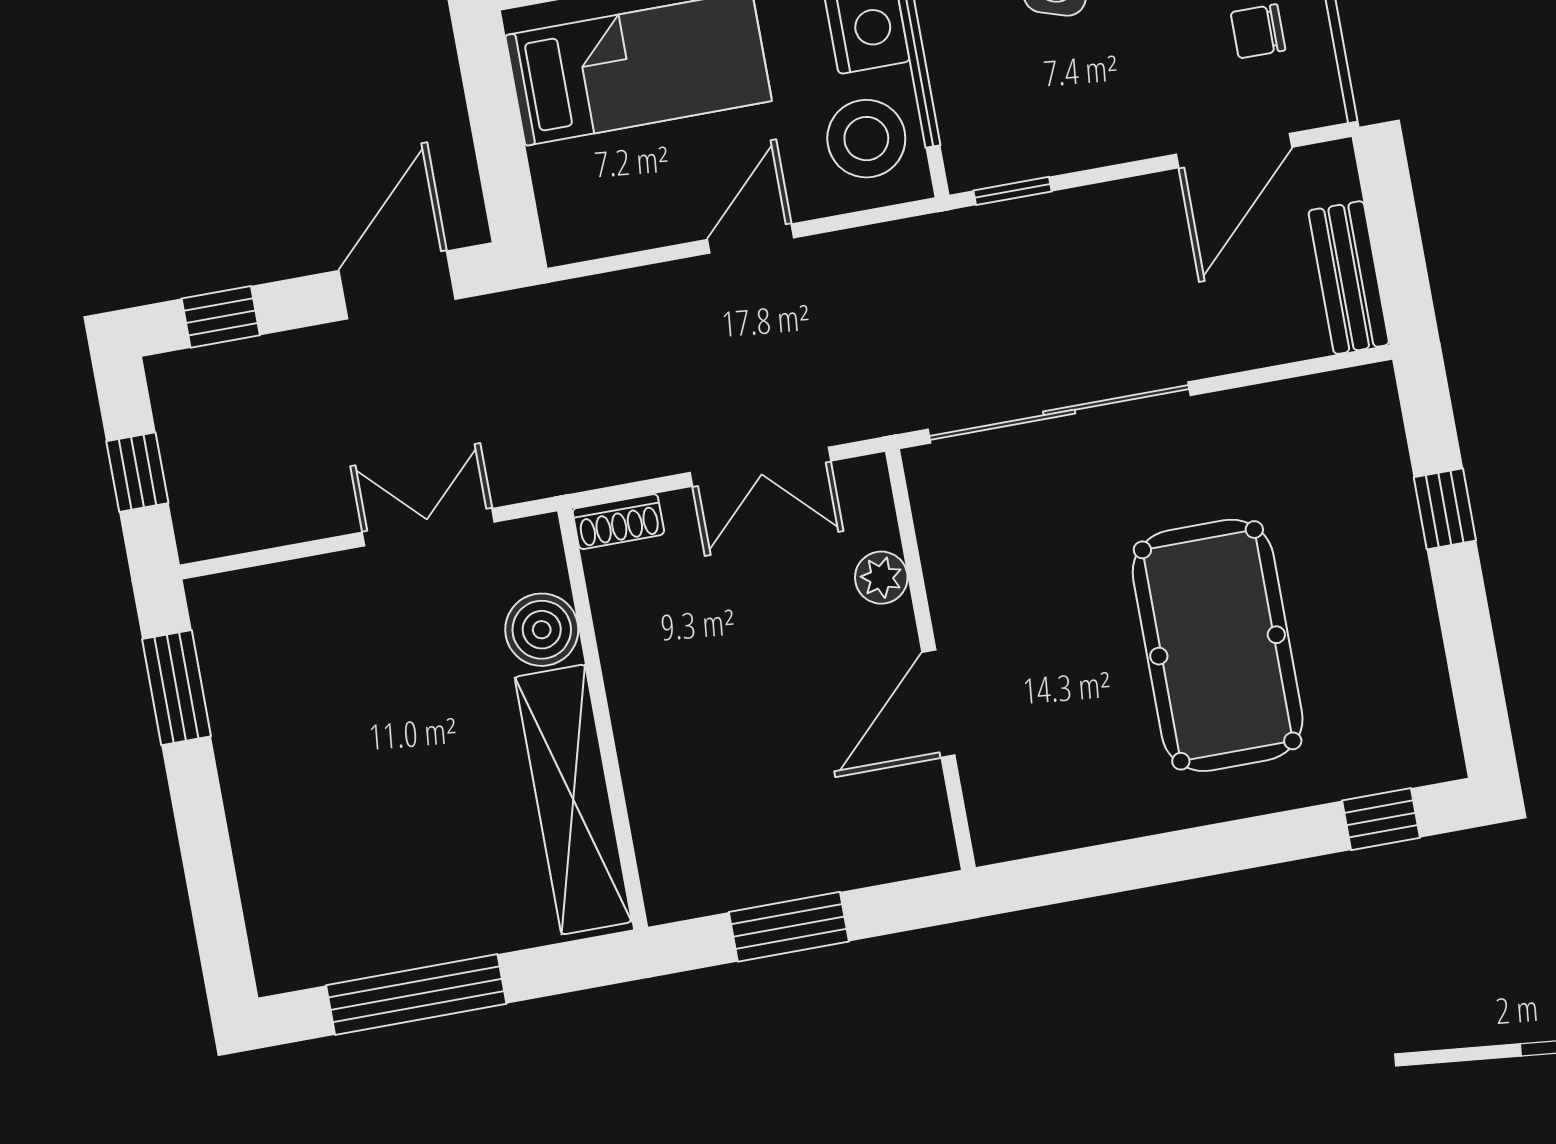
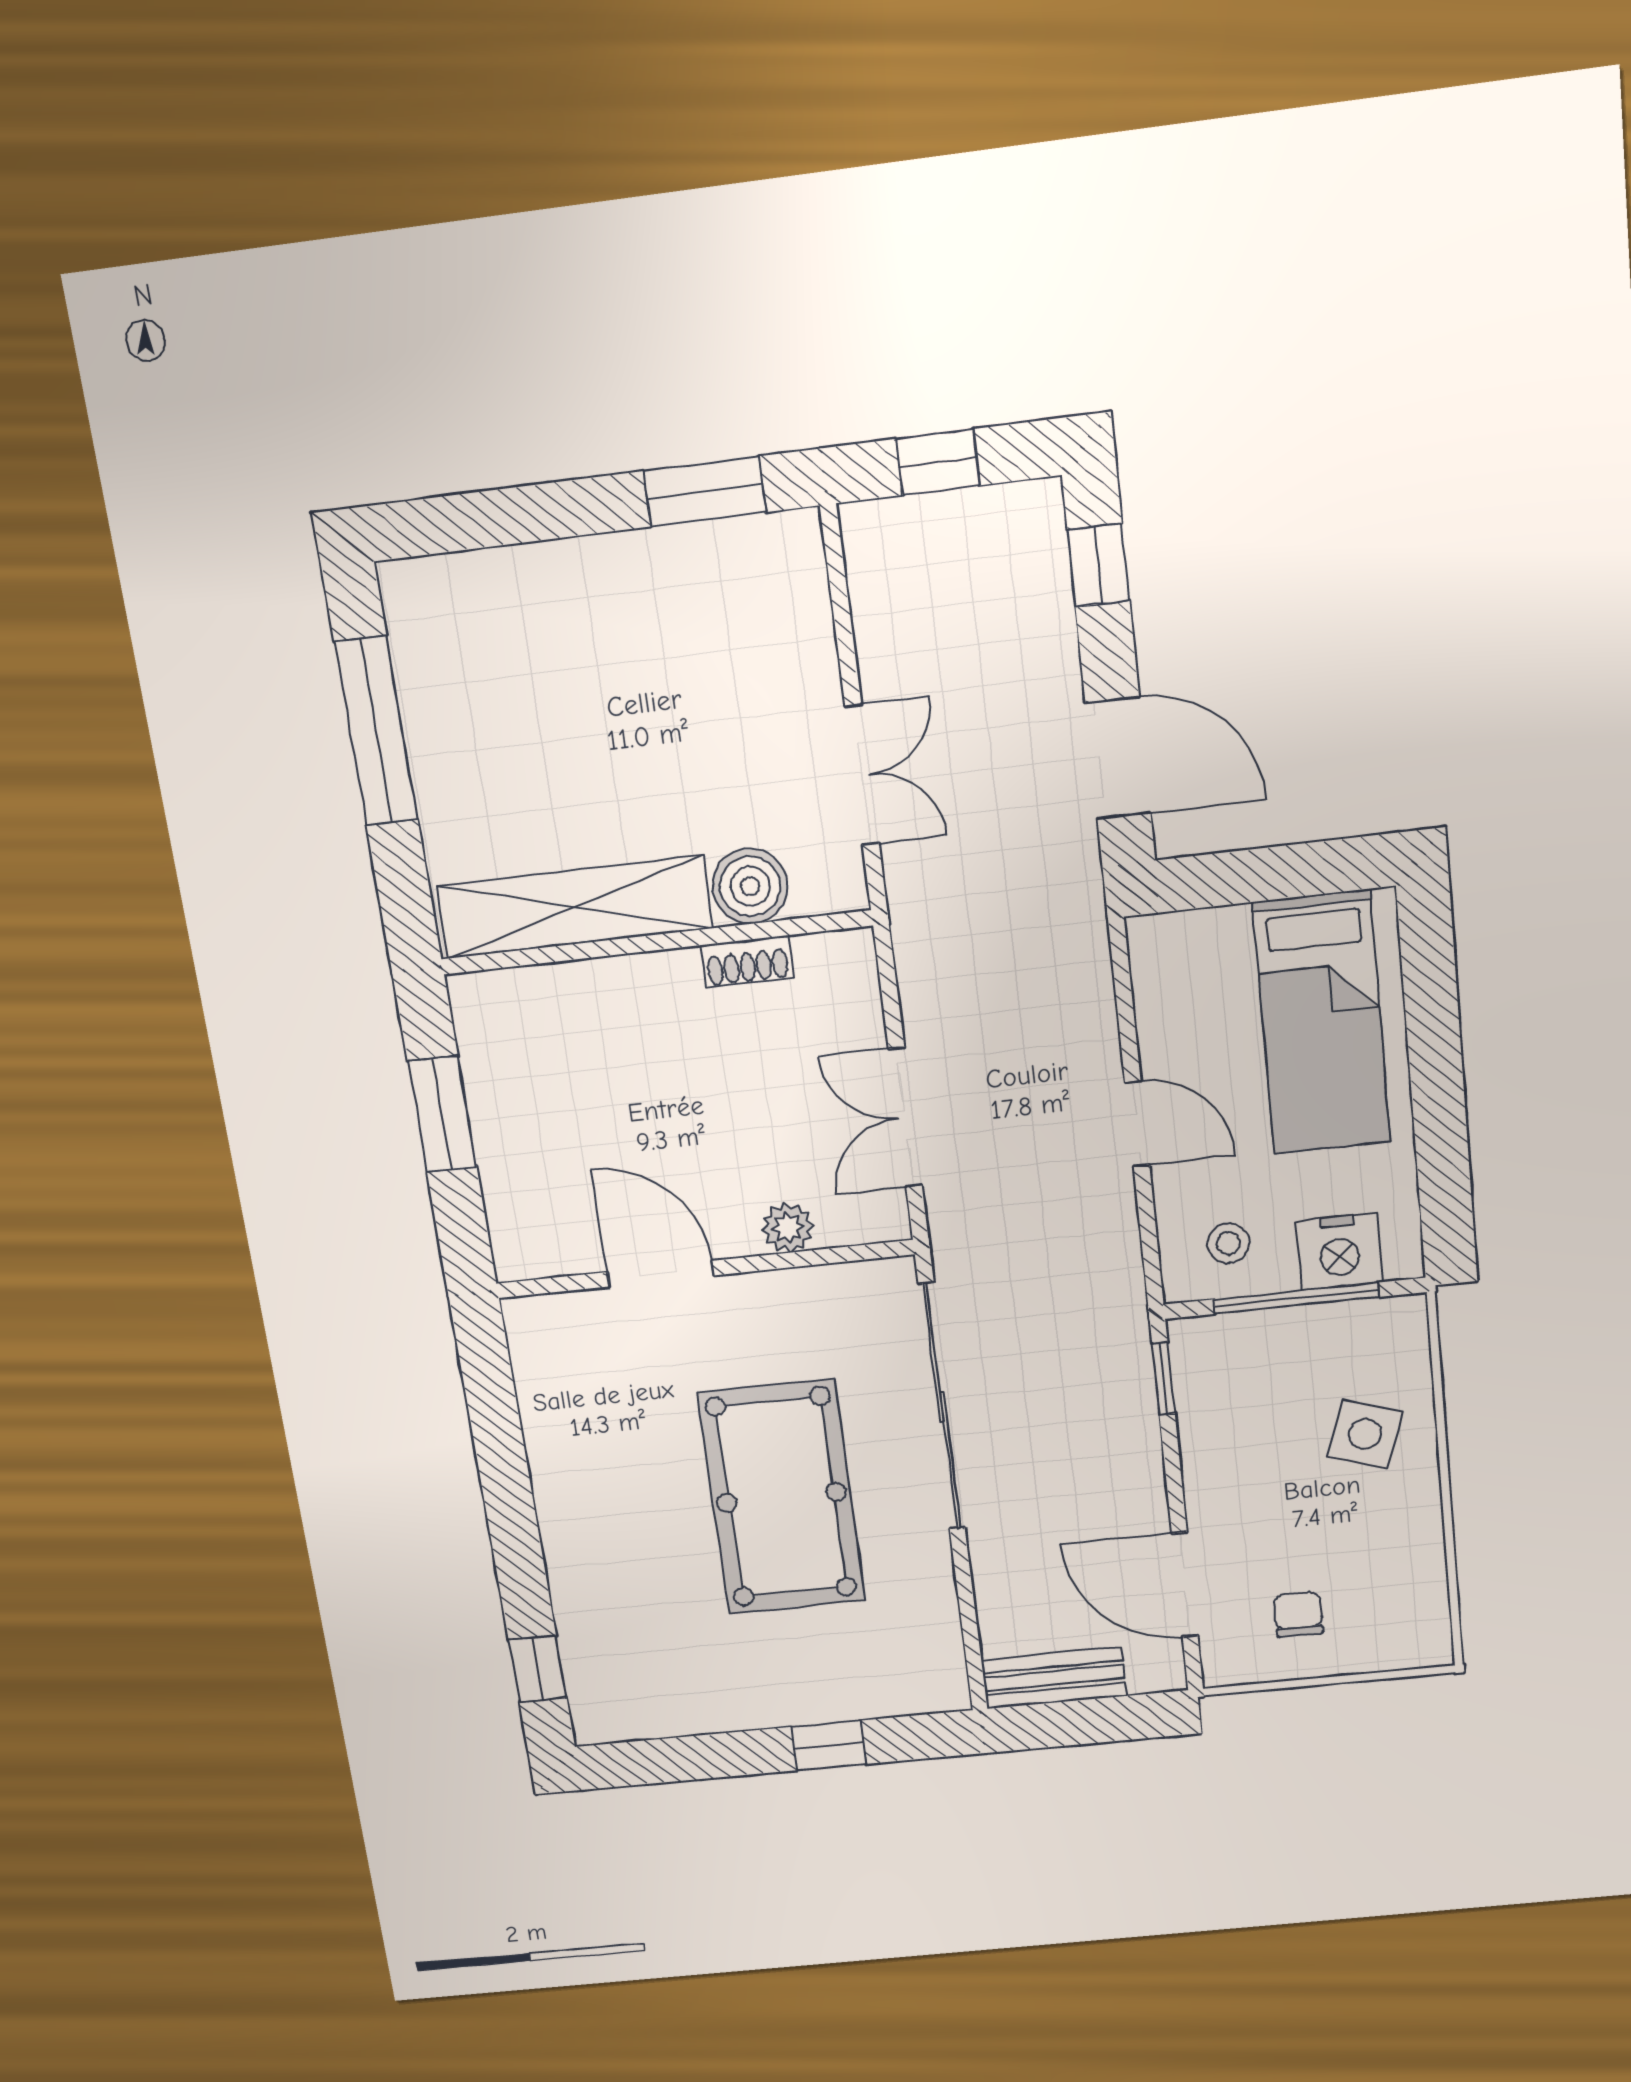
stool: (866, 139) -> (1228, 1243), width x0.53, depth x0.53
shoe rack: (618, 522) -> (747, 961), moved, turned -90
pool table: (1218, 645) -> (781, 1497), moved, turned 90

